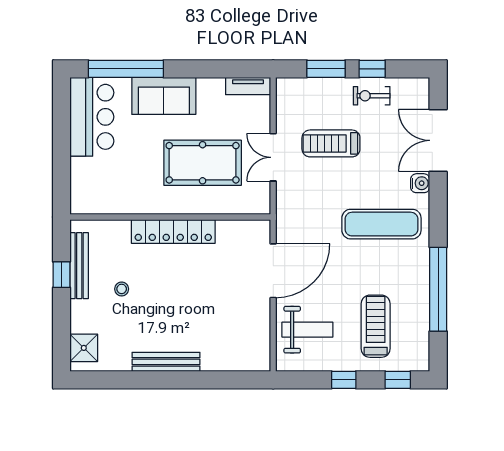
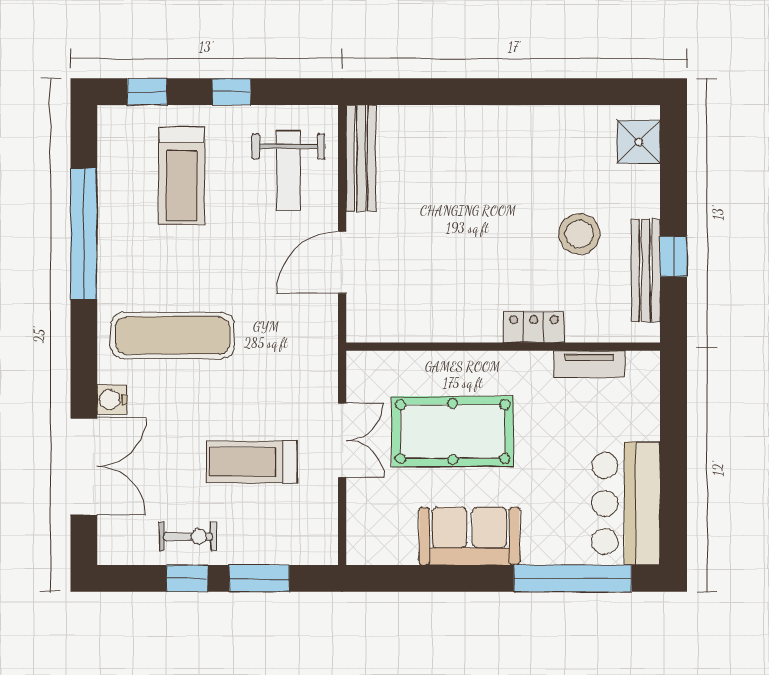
tv unit: (248, 86) -> (589, 364), moved, turned 180
sofa: (164, 96) -> (469, 536), moved
treadmill: (331, 143) -> (252, 462), turned 180
locker: (173, 231) -> (534, 327), width x0.46, depth x0.83
door: (273, 271) -> (342, 262), width x0.73
stool: (122, 289) -> (579, 234), width x1.89, depth x1.89
weight bench: (307, 330) -> (288, 170), turned -90
bench: (166, 362) -> (361, 158), moved, turned 90

